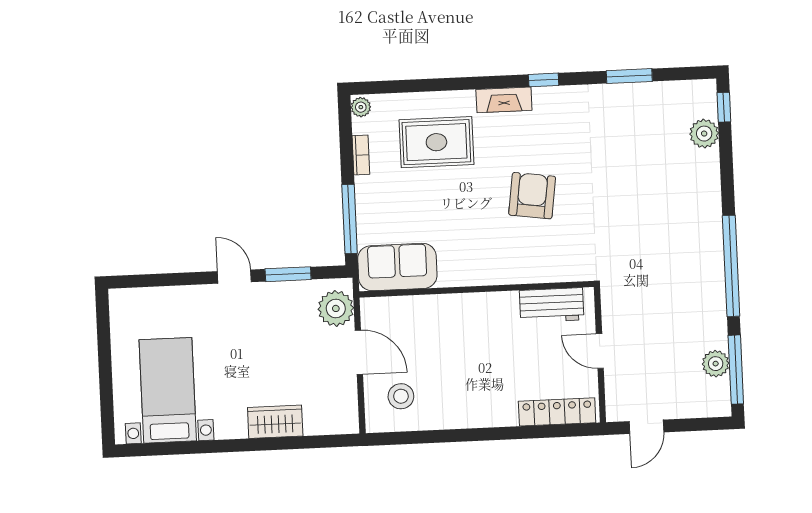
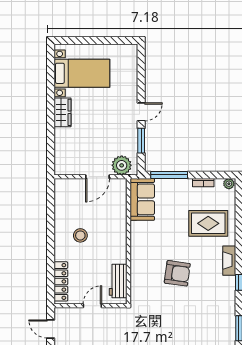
rug: (436, 142) -> (208, 223), turned 90
stool: (401, 396) -> (80, 235), moved
wardrobe: (275, 422) -> (62, 112), moved

